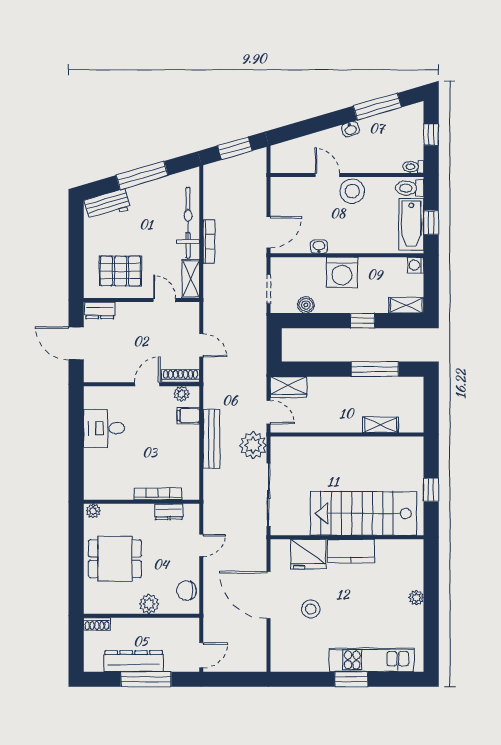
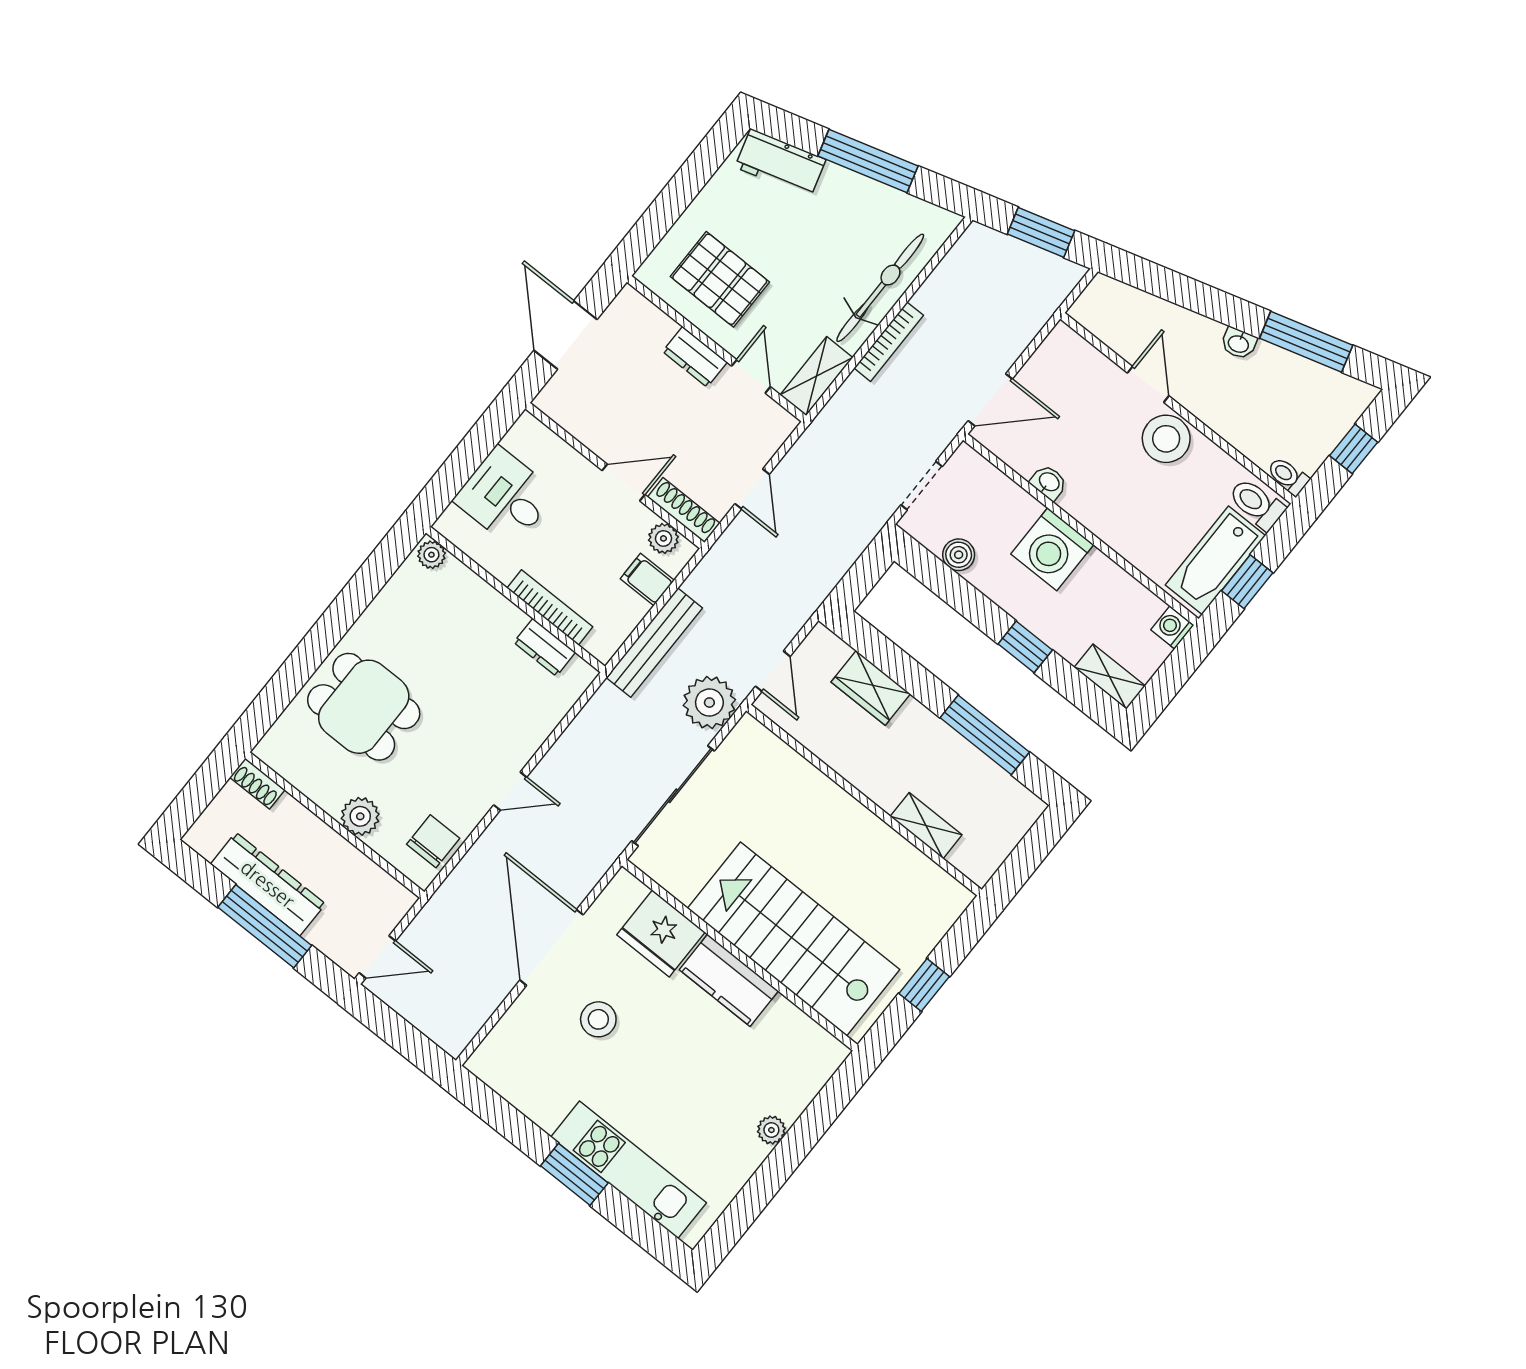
dresser: (100, 310) -> (695, 357), moved
wardrobe: (288, 387) -> (871, 688), moved
bookcase: (158, 494) -> (550, 607), moved
wall: (142, 502) -> (516, 600), moved
plant: (93, 511) -> (431, 555), moved
dresser: (169, 512) -> (545, 647), moved
chair: (186, 590) -> (433, 841), turned 90

